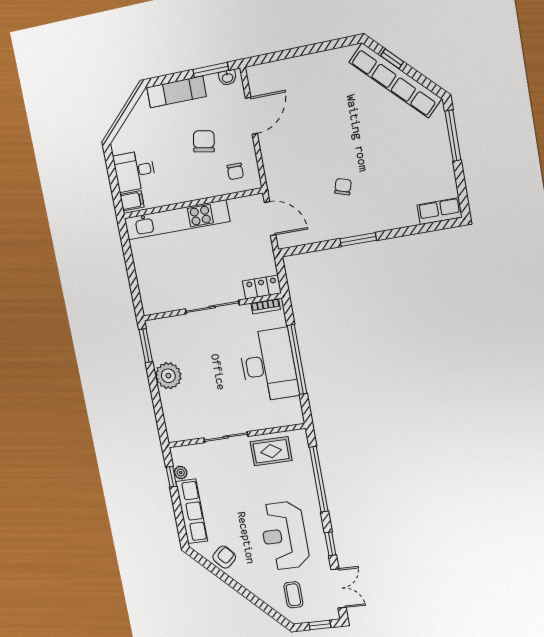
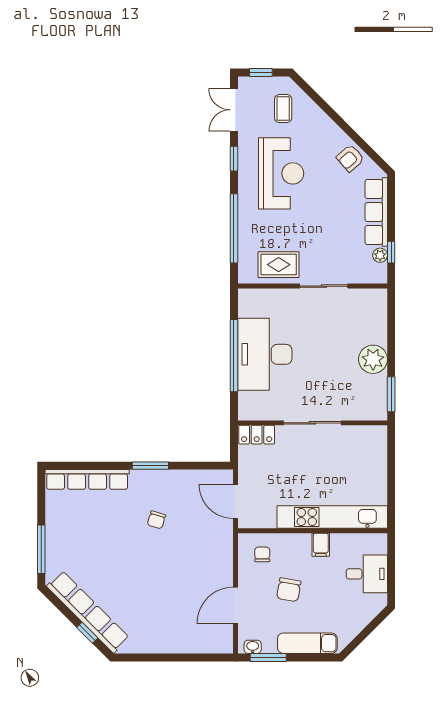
filing cabinet: (132, 201) -> (321, 545), moved, turned -90
row of seats: (440, 211) -> (87, 479), width x2.02
bookcase: (266, 306) -> (256, 415), removed

